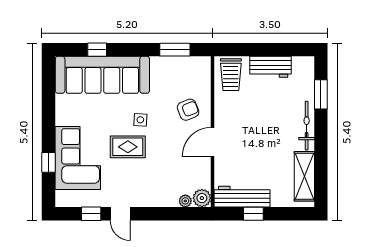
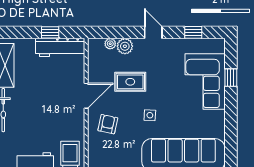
armchair: (188, 110) -> (108, 124), turned 124
rug: (128, 147) -> (130, 82), moved
plant: (202, 198) -> (125, 46), moved
door: (120, 214) -> (153, 32), moved

